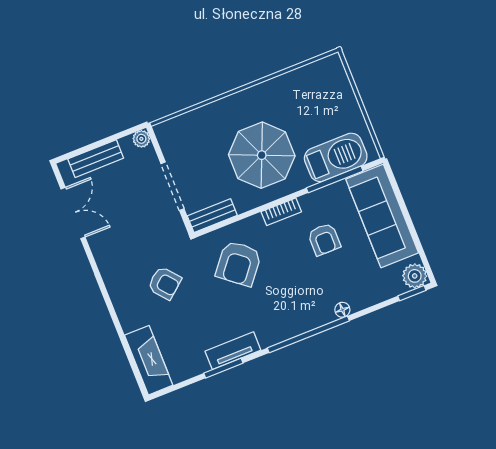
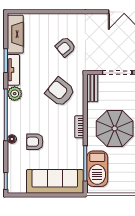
armchair: (324, 239) -> (35, 142), moved
plant: (415, 276) -> (15, 94), moved
fireplace: (149, 360) -> (15, 34), moved, turned -90

